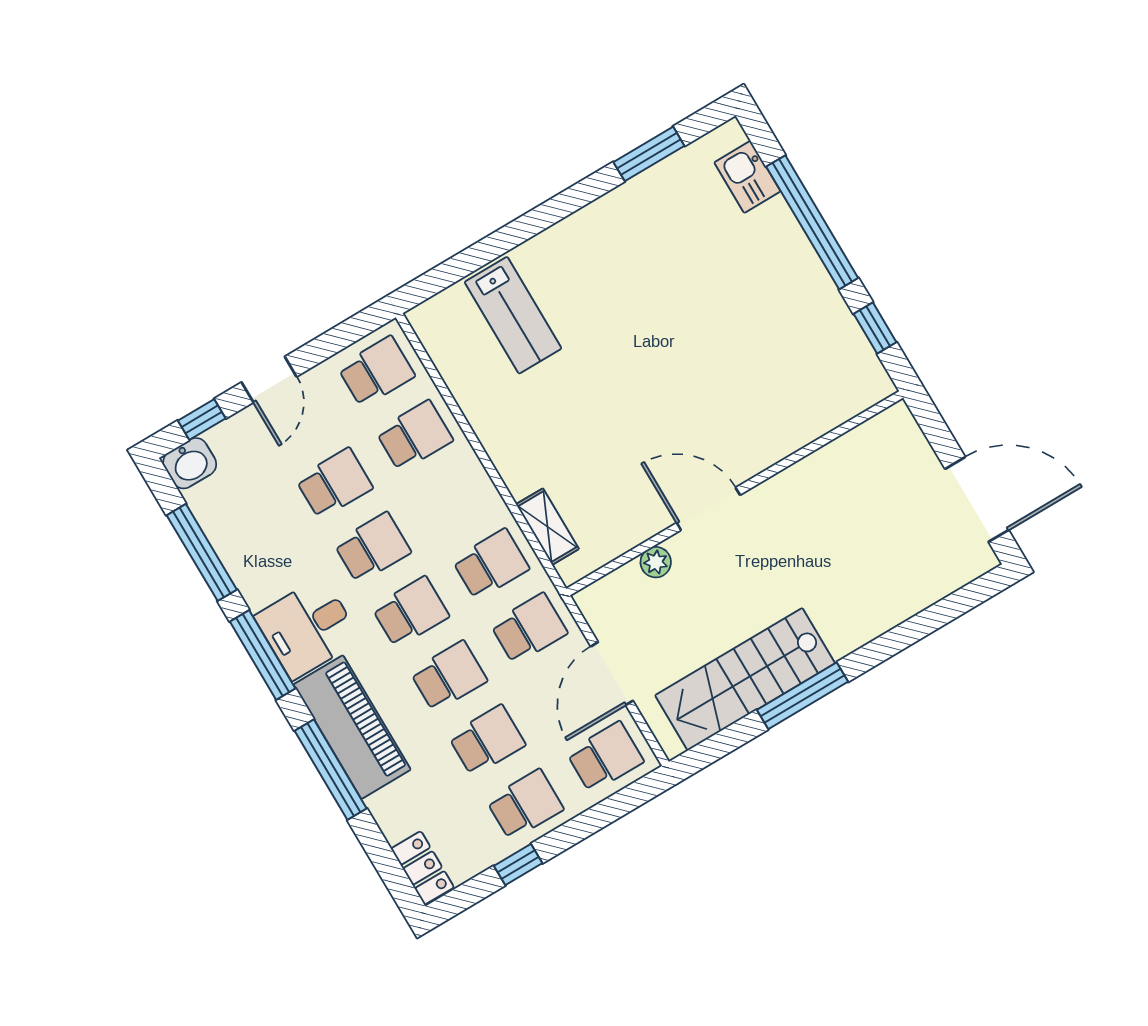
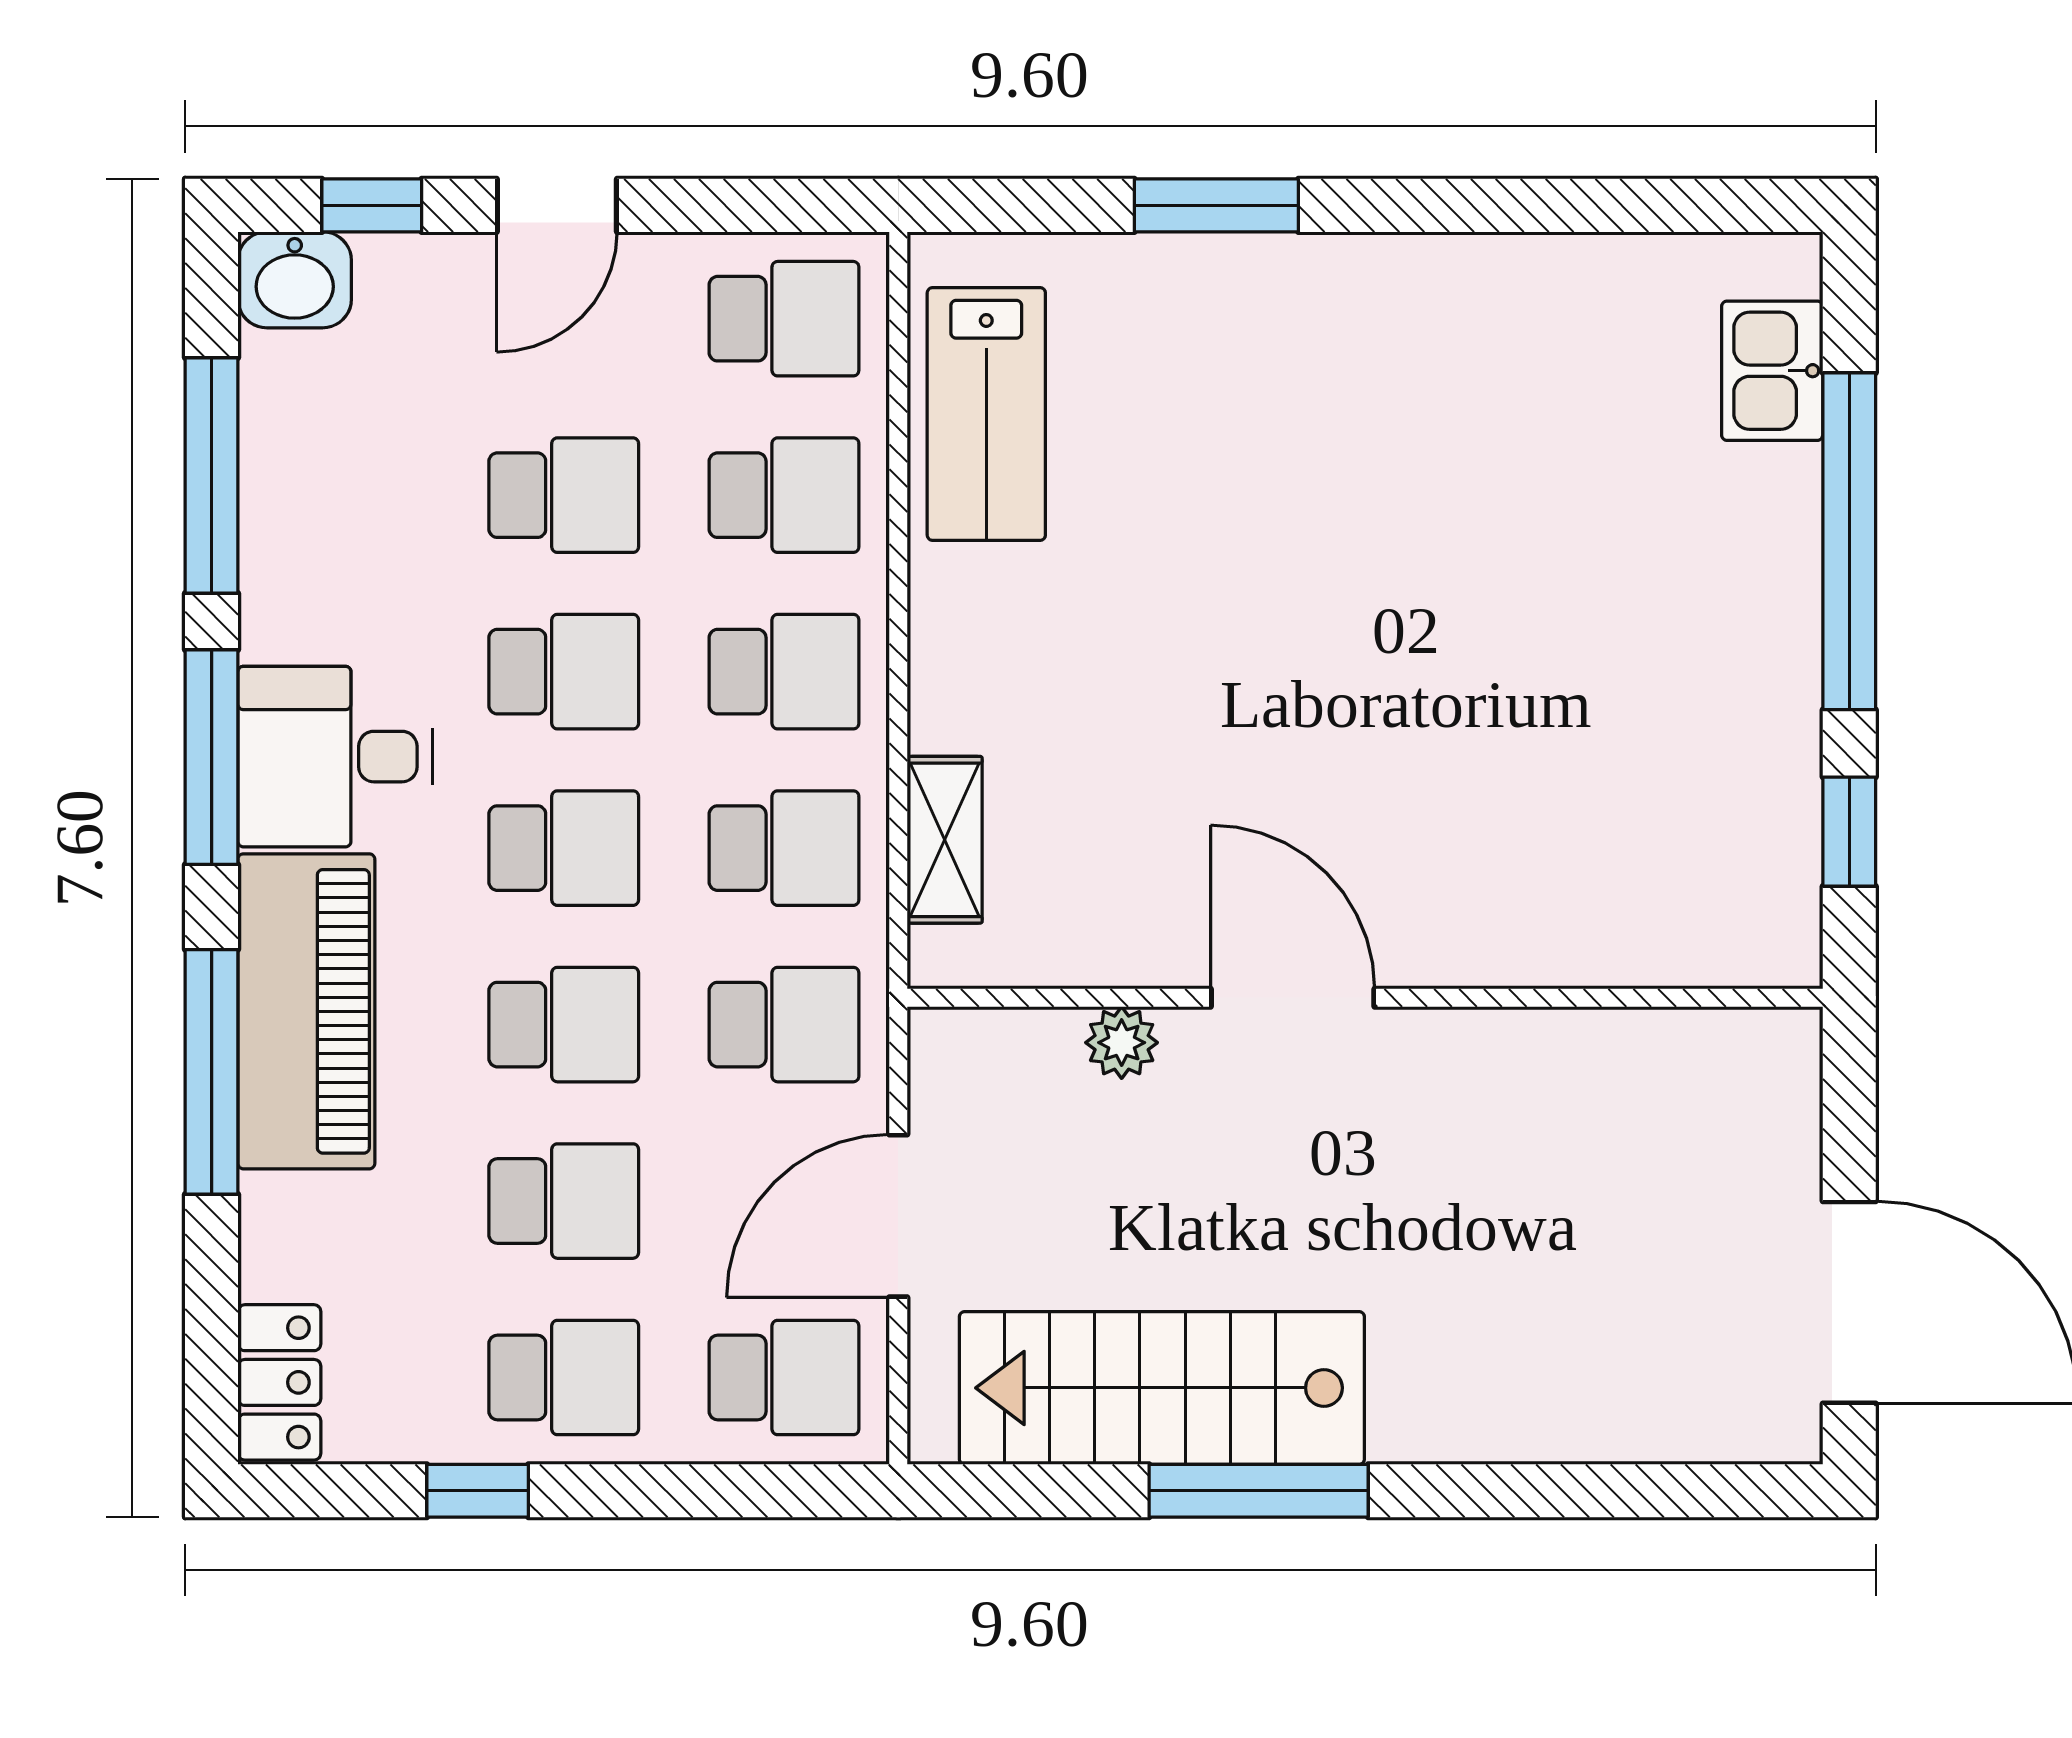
window: (649, 154) -> (1216, 205), moved
lab bench: (513, 315) -> (986, 414), moved
school desk: (453, 500) -> (784, 672), added

